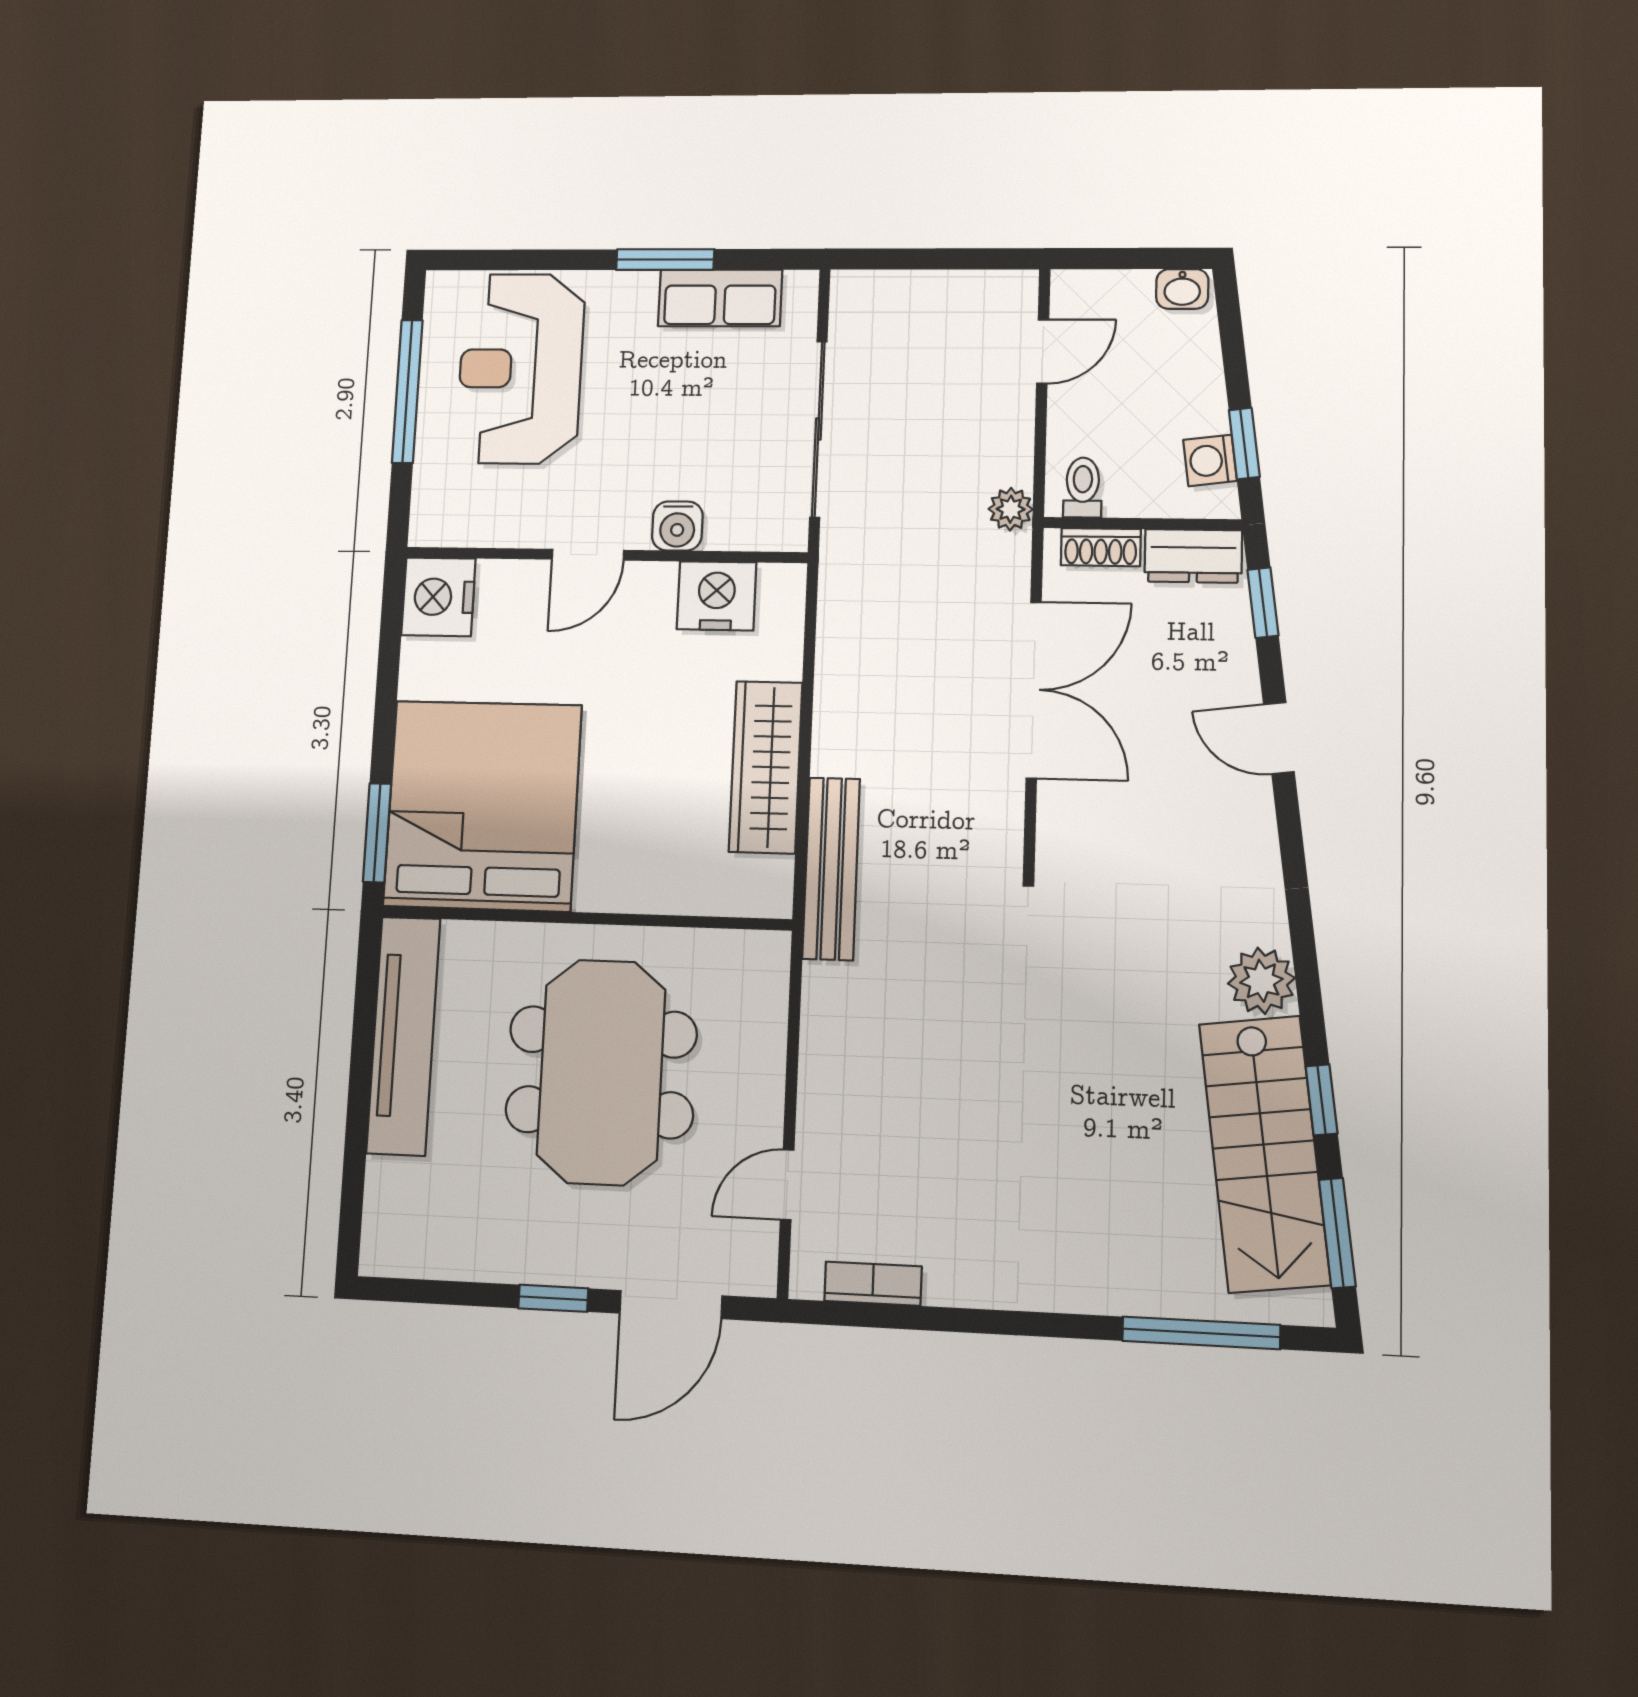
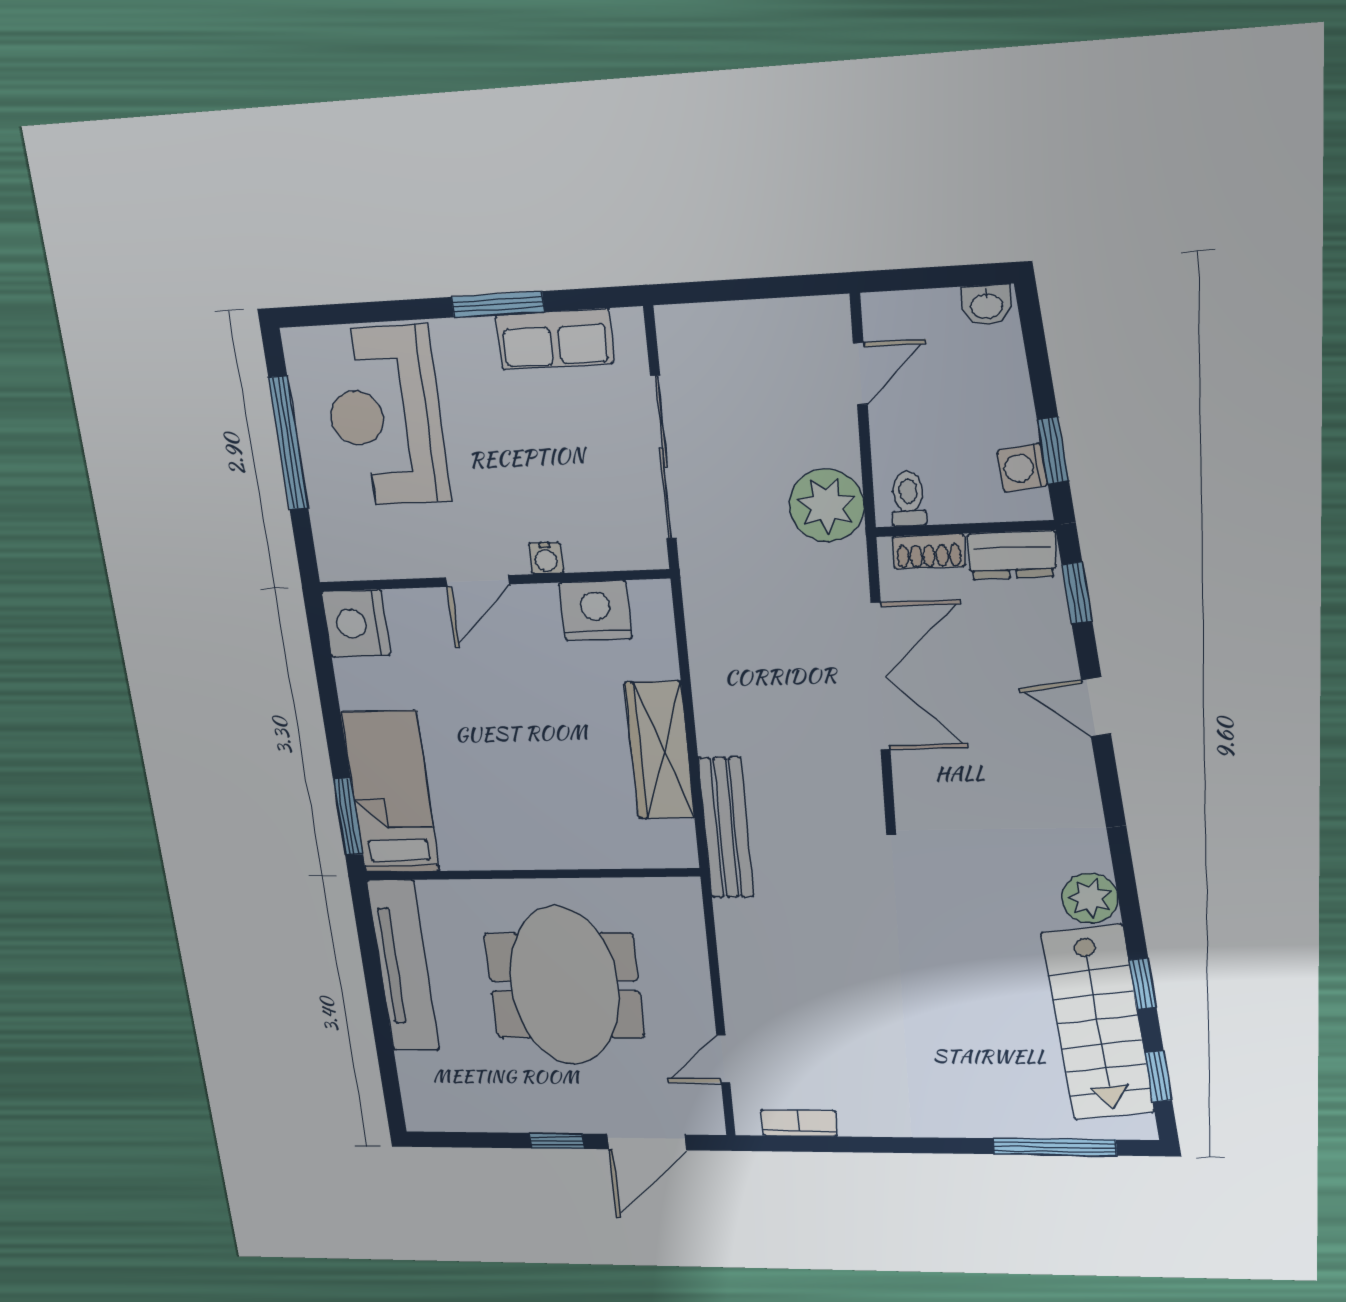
plant: (1011, 509) -> (826, 505), width x1.88, depth x1.88
water cooler: (677, 526) -> (546, 558), width x0.72, depth x0.72
bed: (483, 805) -> (390, 792), width x0.49
window: (1337, 1233) -> (1158, 1076), width x0.67

